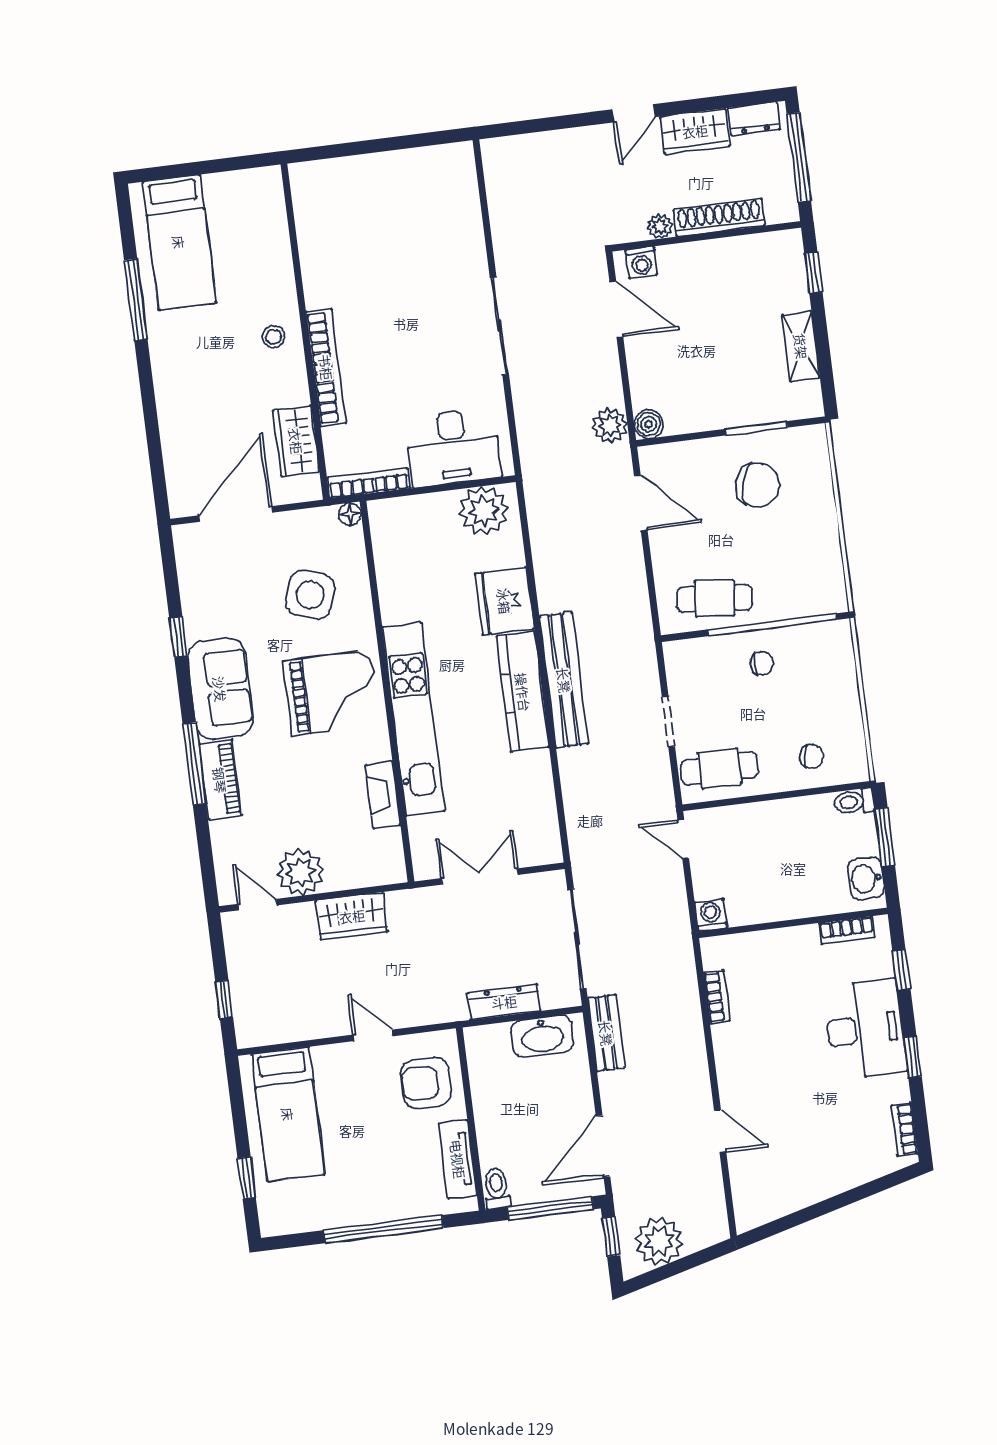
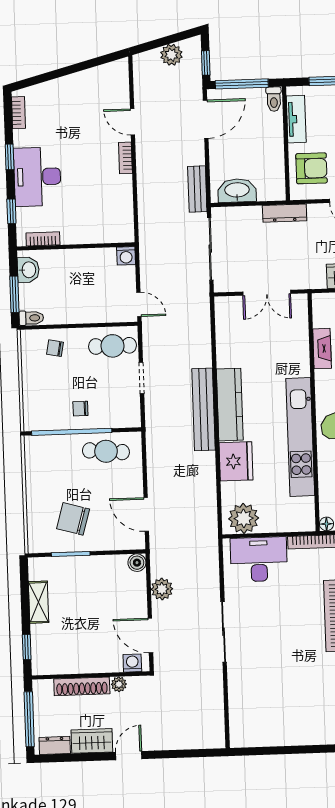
plant: (610, 425) -> (162, 589), moved
kitchen unit: (414, 719) -> (300, 437), moved
bookcase: (717, 997) -> (125, 158), moved
dresser: (504, 1002) -> (285, 213), moved
plant: (659, 1241) -> (171, 55), width x0.73, depth x0.73

